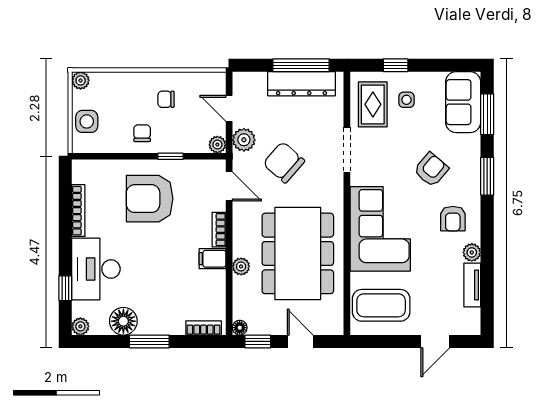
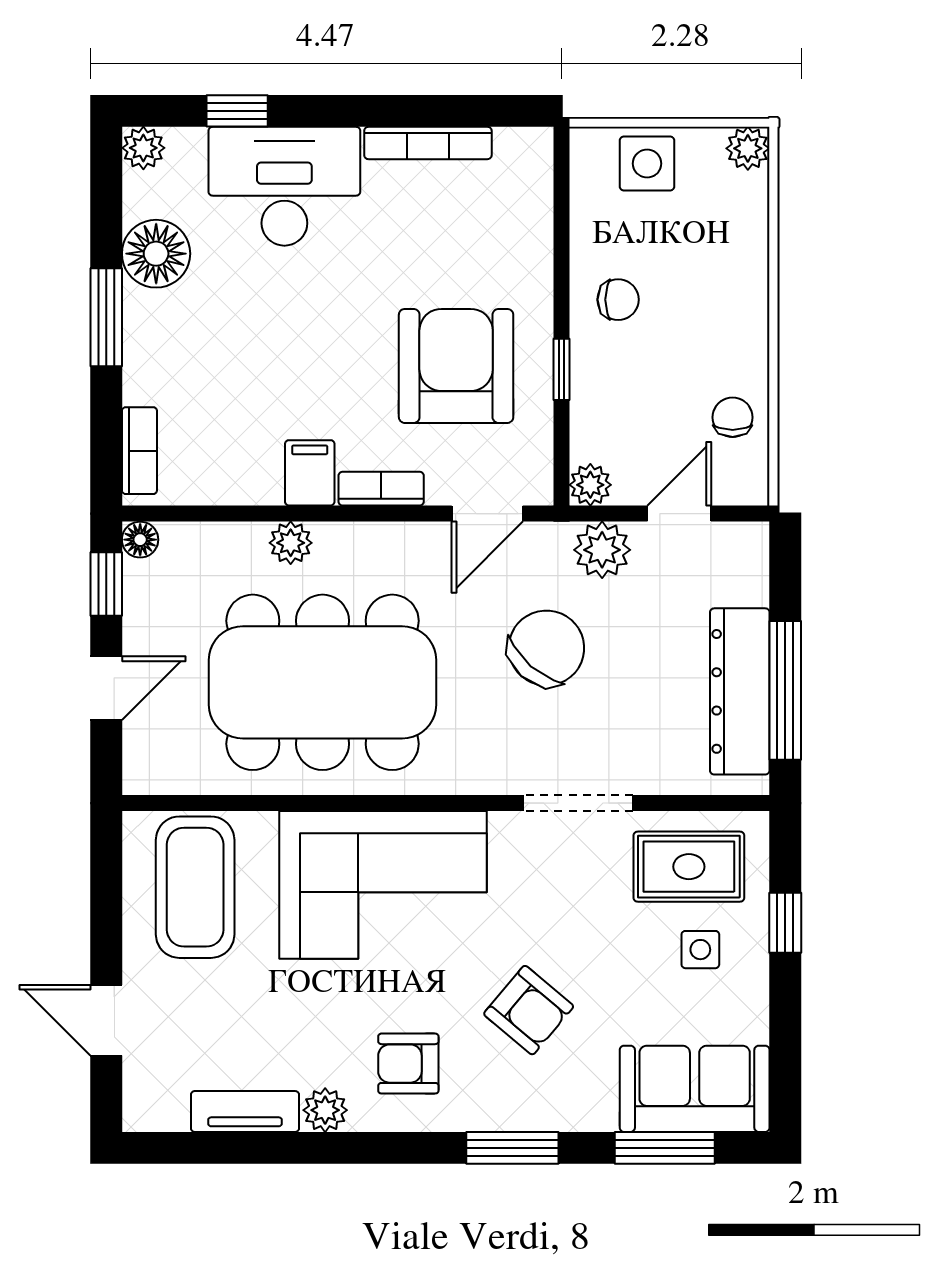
chair: (166, 99) -> (733, 417), moved
armchair: (150, 199) -> (456, 366), moved

